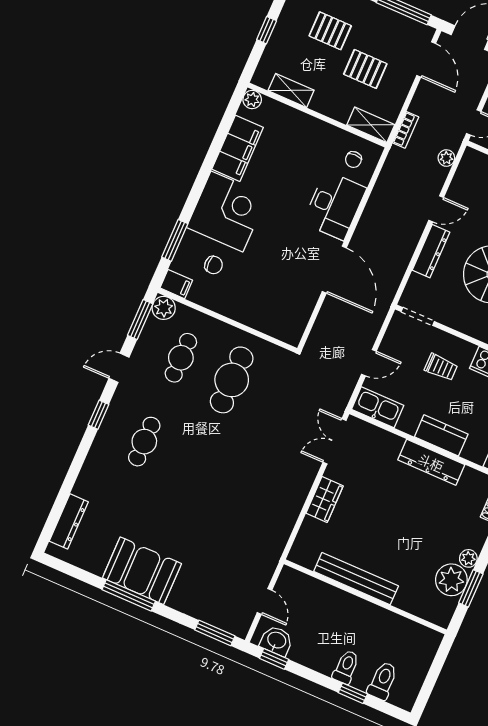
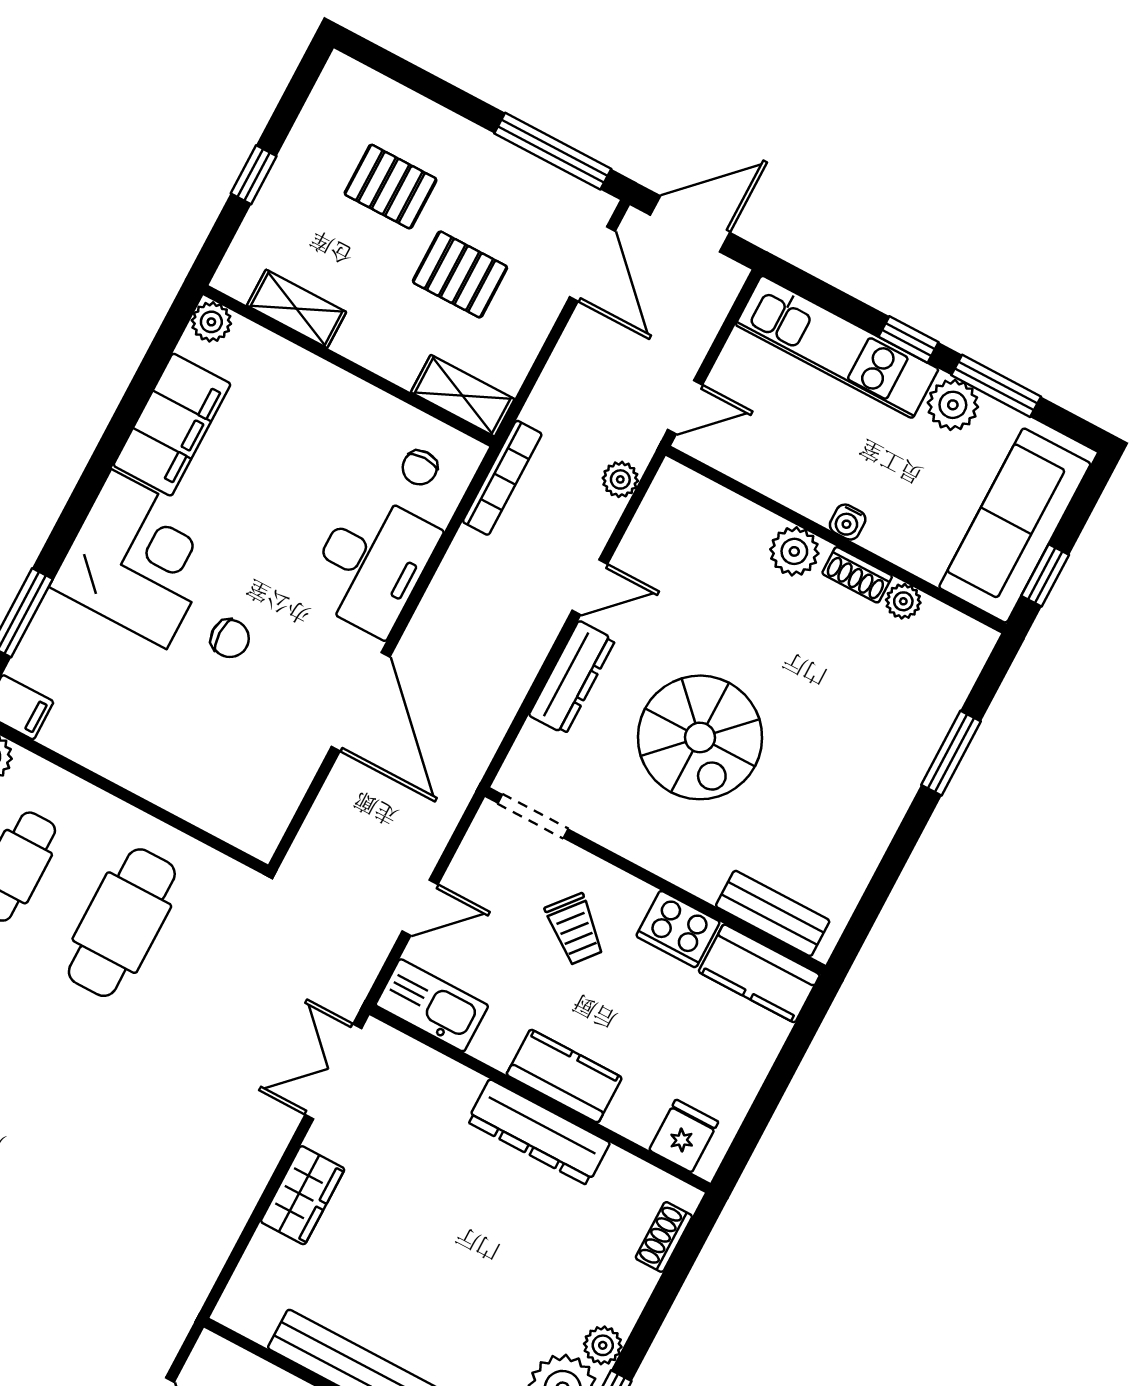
bookcase: (406, 130) -> (502, 478), moved, width x1.56
chair: (214, 265) -> (230, 638), moved
trolley: (441, 367) -> (575, 929), turned 40

